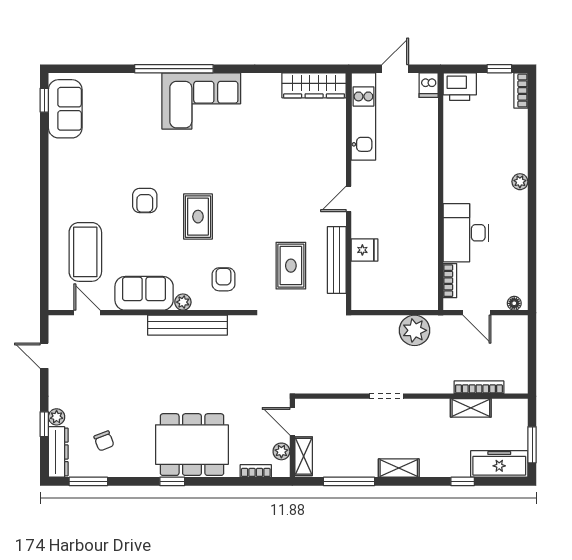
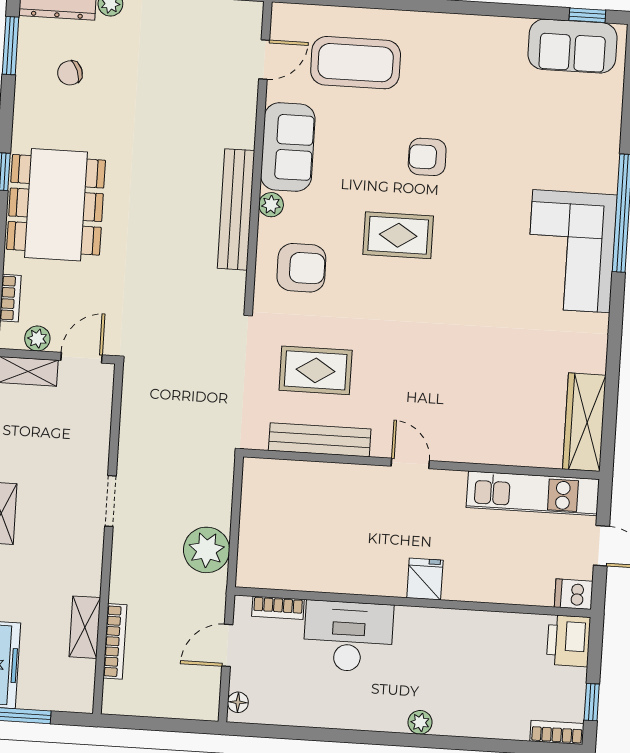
fridge: (365, 250) -> (425, 579), moved, turned 180
armchair: (223, 279) -> (301, 268), width x1.38, depth x1.38

